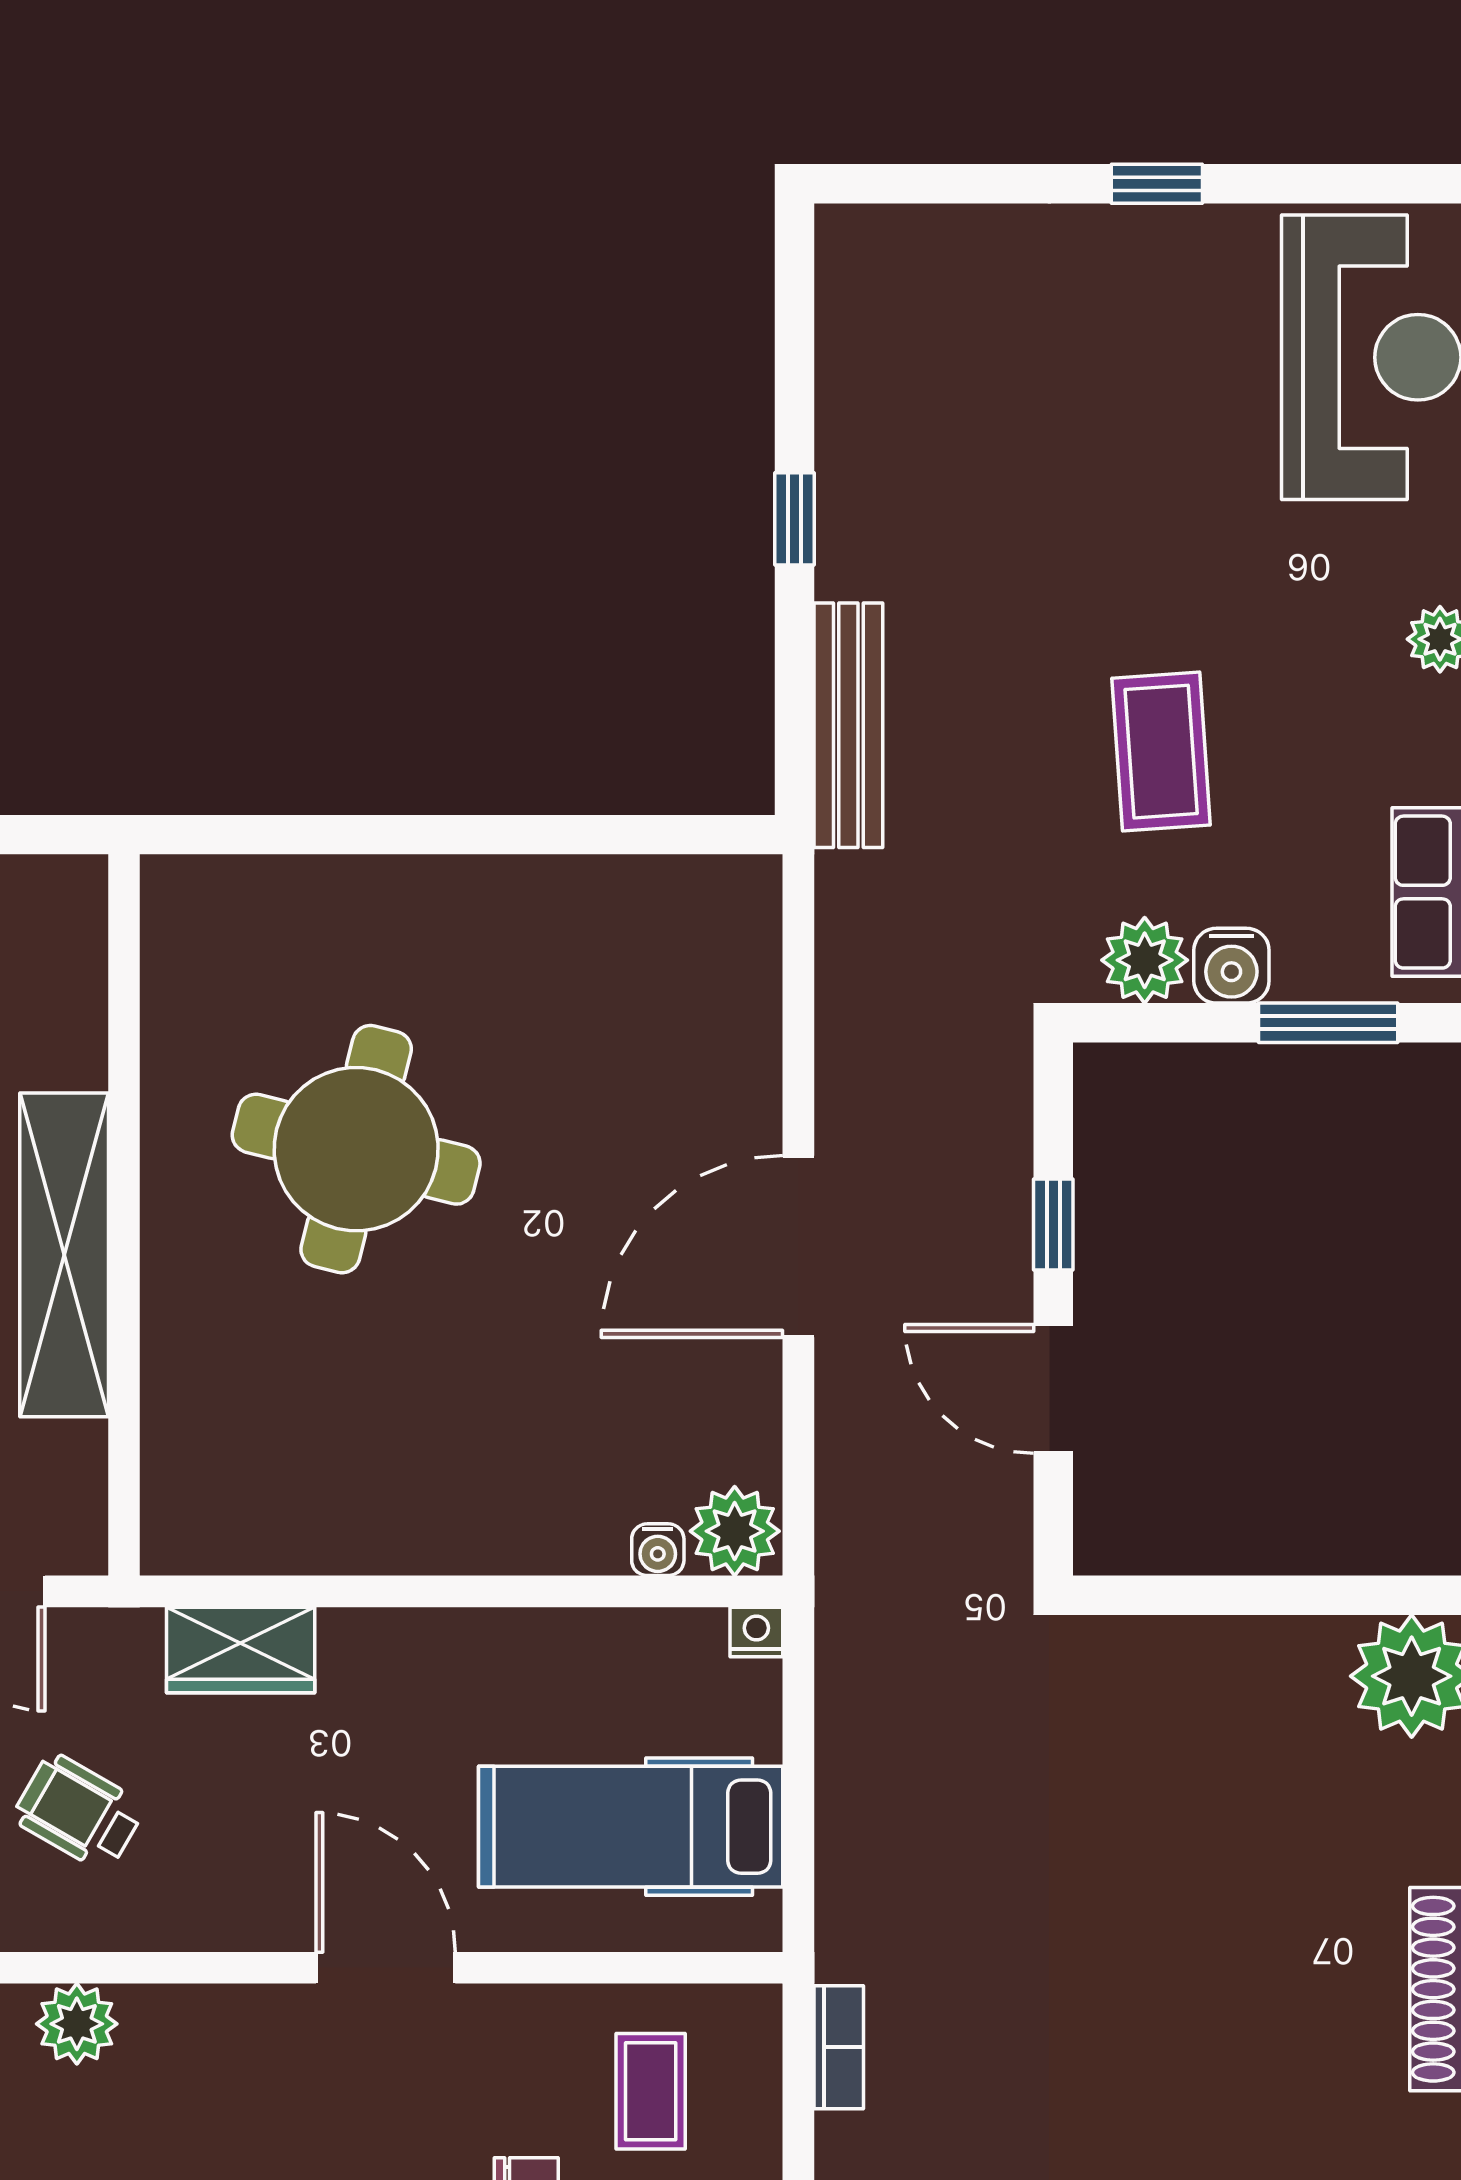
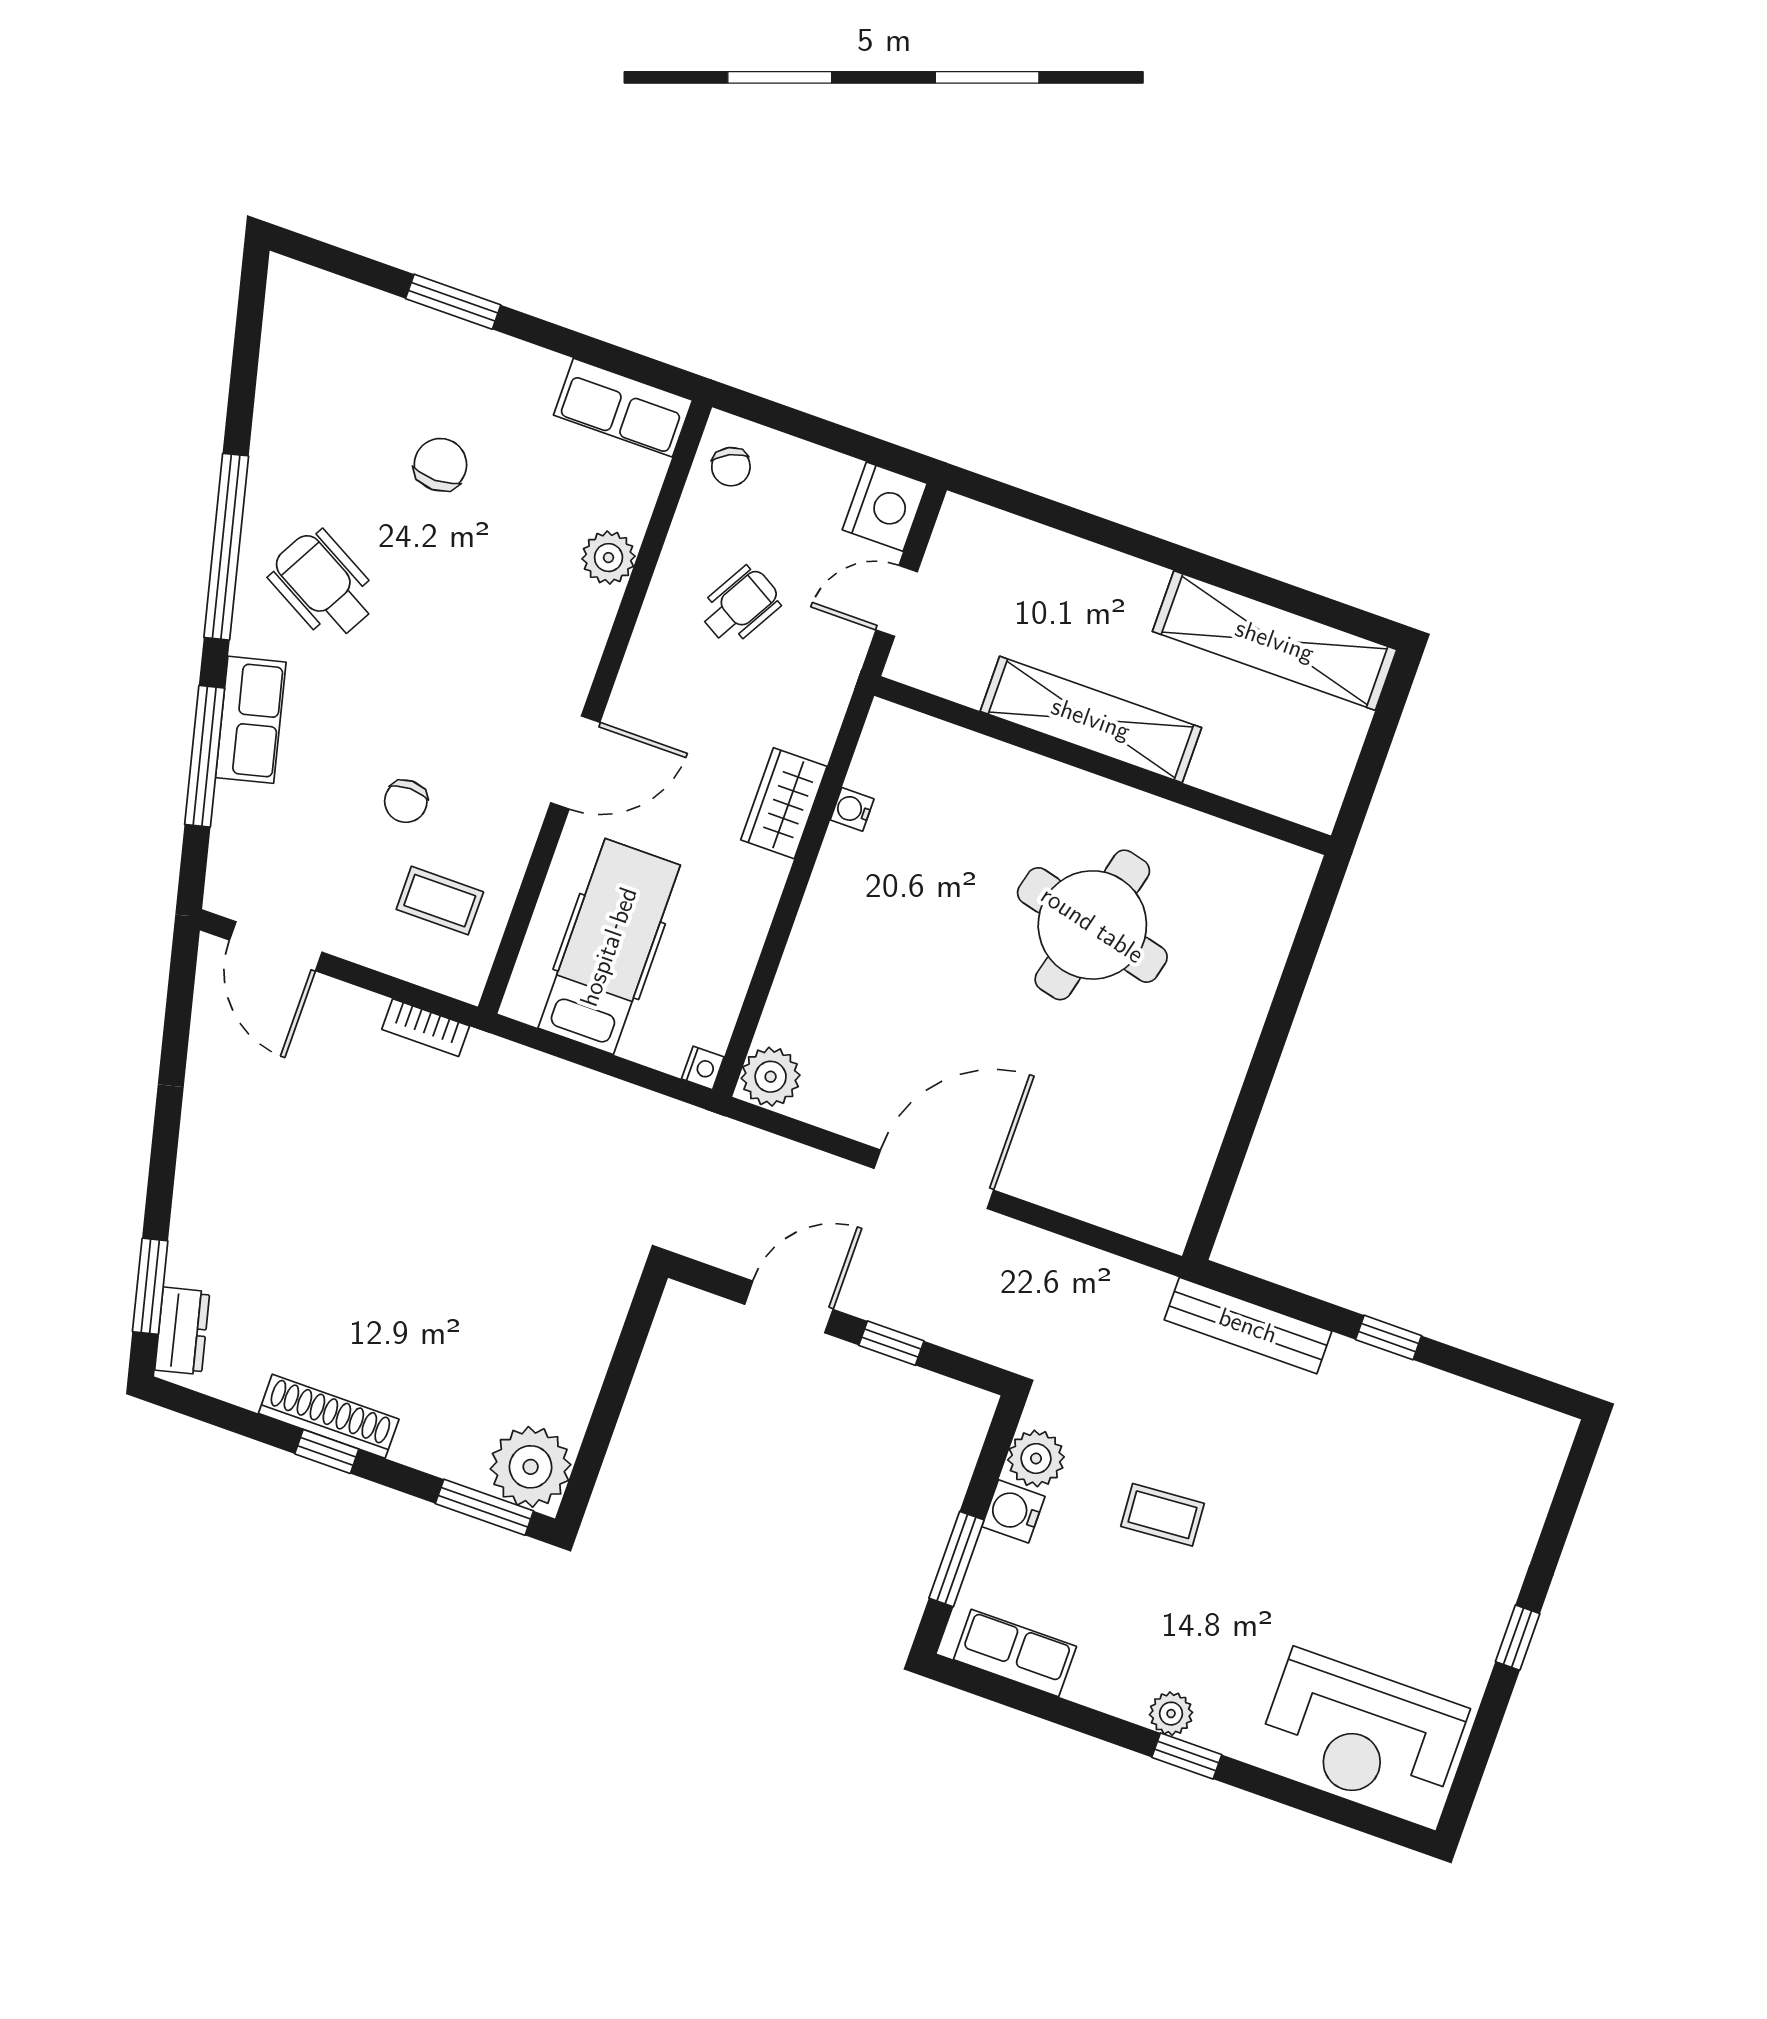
coffee table: (1161, 752) -> (1163, 1515), width x0.73, depth x0.77
door: (798, 1247) -> (934, 1179), hinge flipped
water cooler: (658, 1550) -> (852, 809), moved
wardrobe: (241, 1650) -> (784, 803), moved

